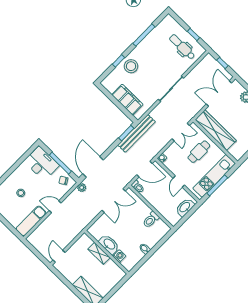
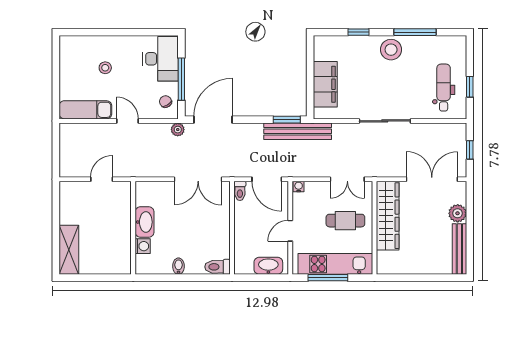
stool: (131, 66) -> (391, 50), moved
toilet: (151, 220) -> (217, 267), moved
shelving: (99, 253) -> (124, 221), removed
door: (59, 256) -> (102, 179), moved

